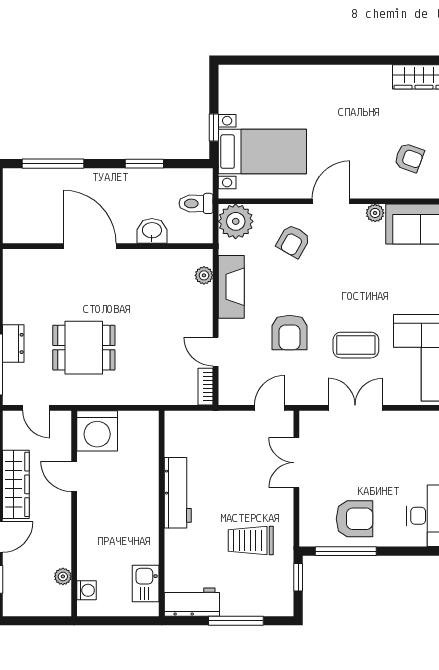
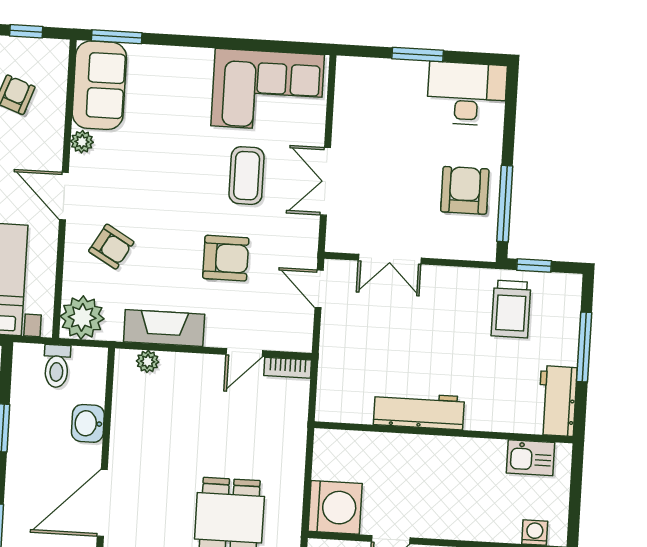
trolley: (251, 541) -> (511, 309), moved

